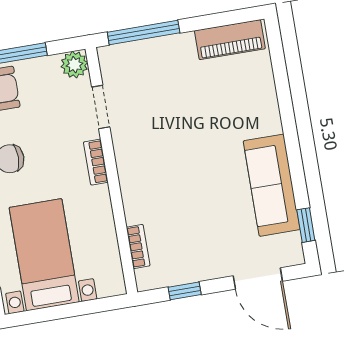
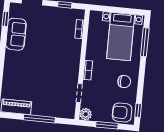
window: (144, 33) -> (39, 119), moved
sofa: (272, 185) -> (16, 34), width x0.73

